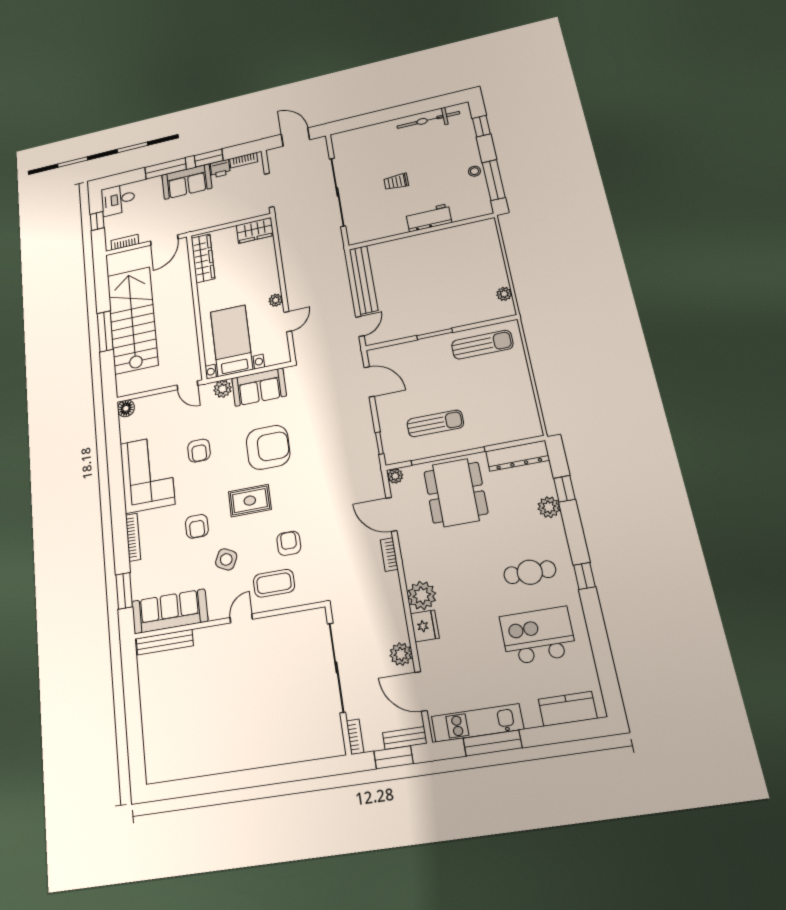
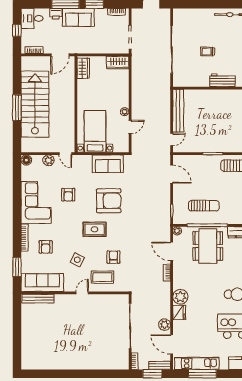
printer: (220, 169) -> (56, 14), moved
wardrobe: (203, 258) -> (83, 68), width x0.67
plant: (223, 389) -> (48, 160), moved
armchair: (197, 526) -> (46, 247), moved

